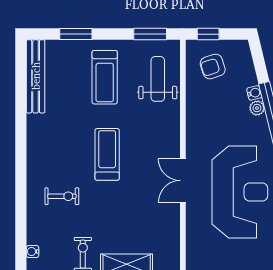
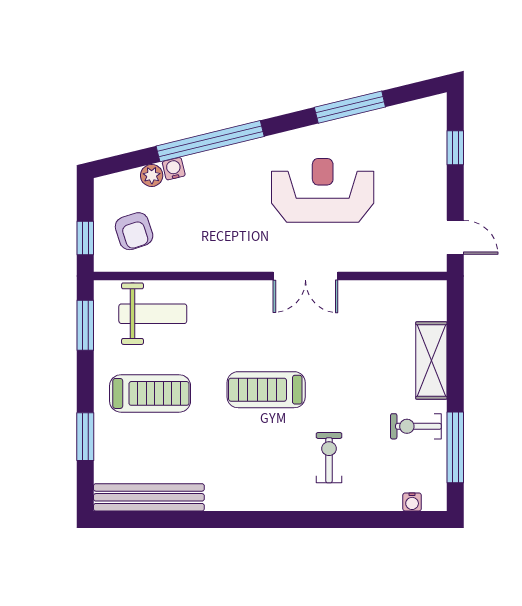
weight bench: (158, 79) -> (153, 314), turned 180
plant: (257, 108) -> (152, 175), moved
reception desk: (240, 192) -> (323, 190), width x0.74, depth x0.77

